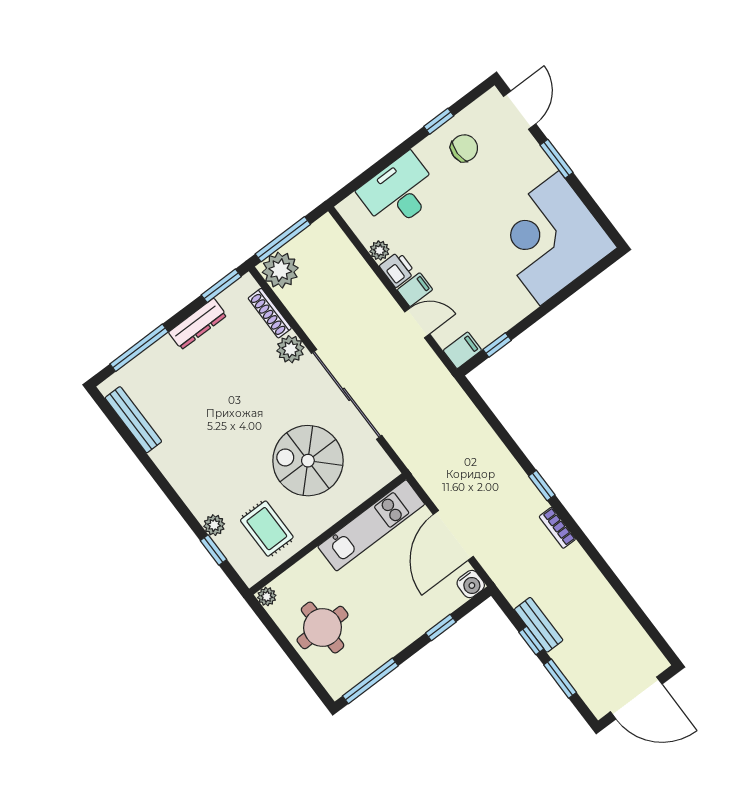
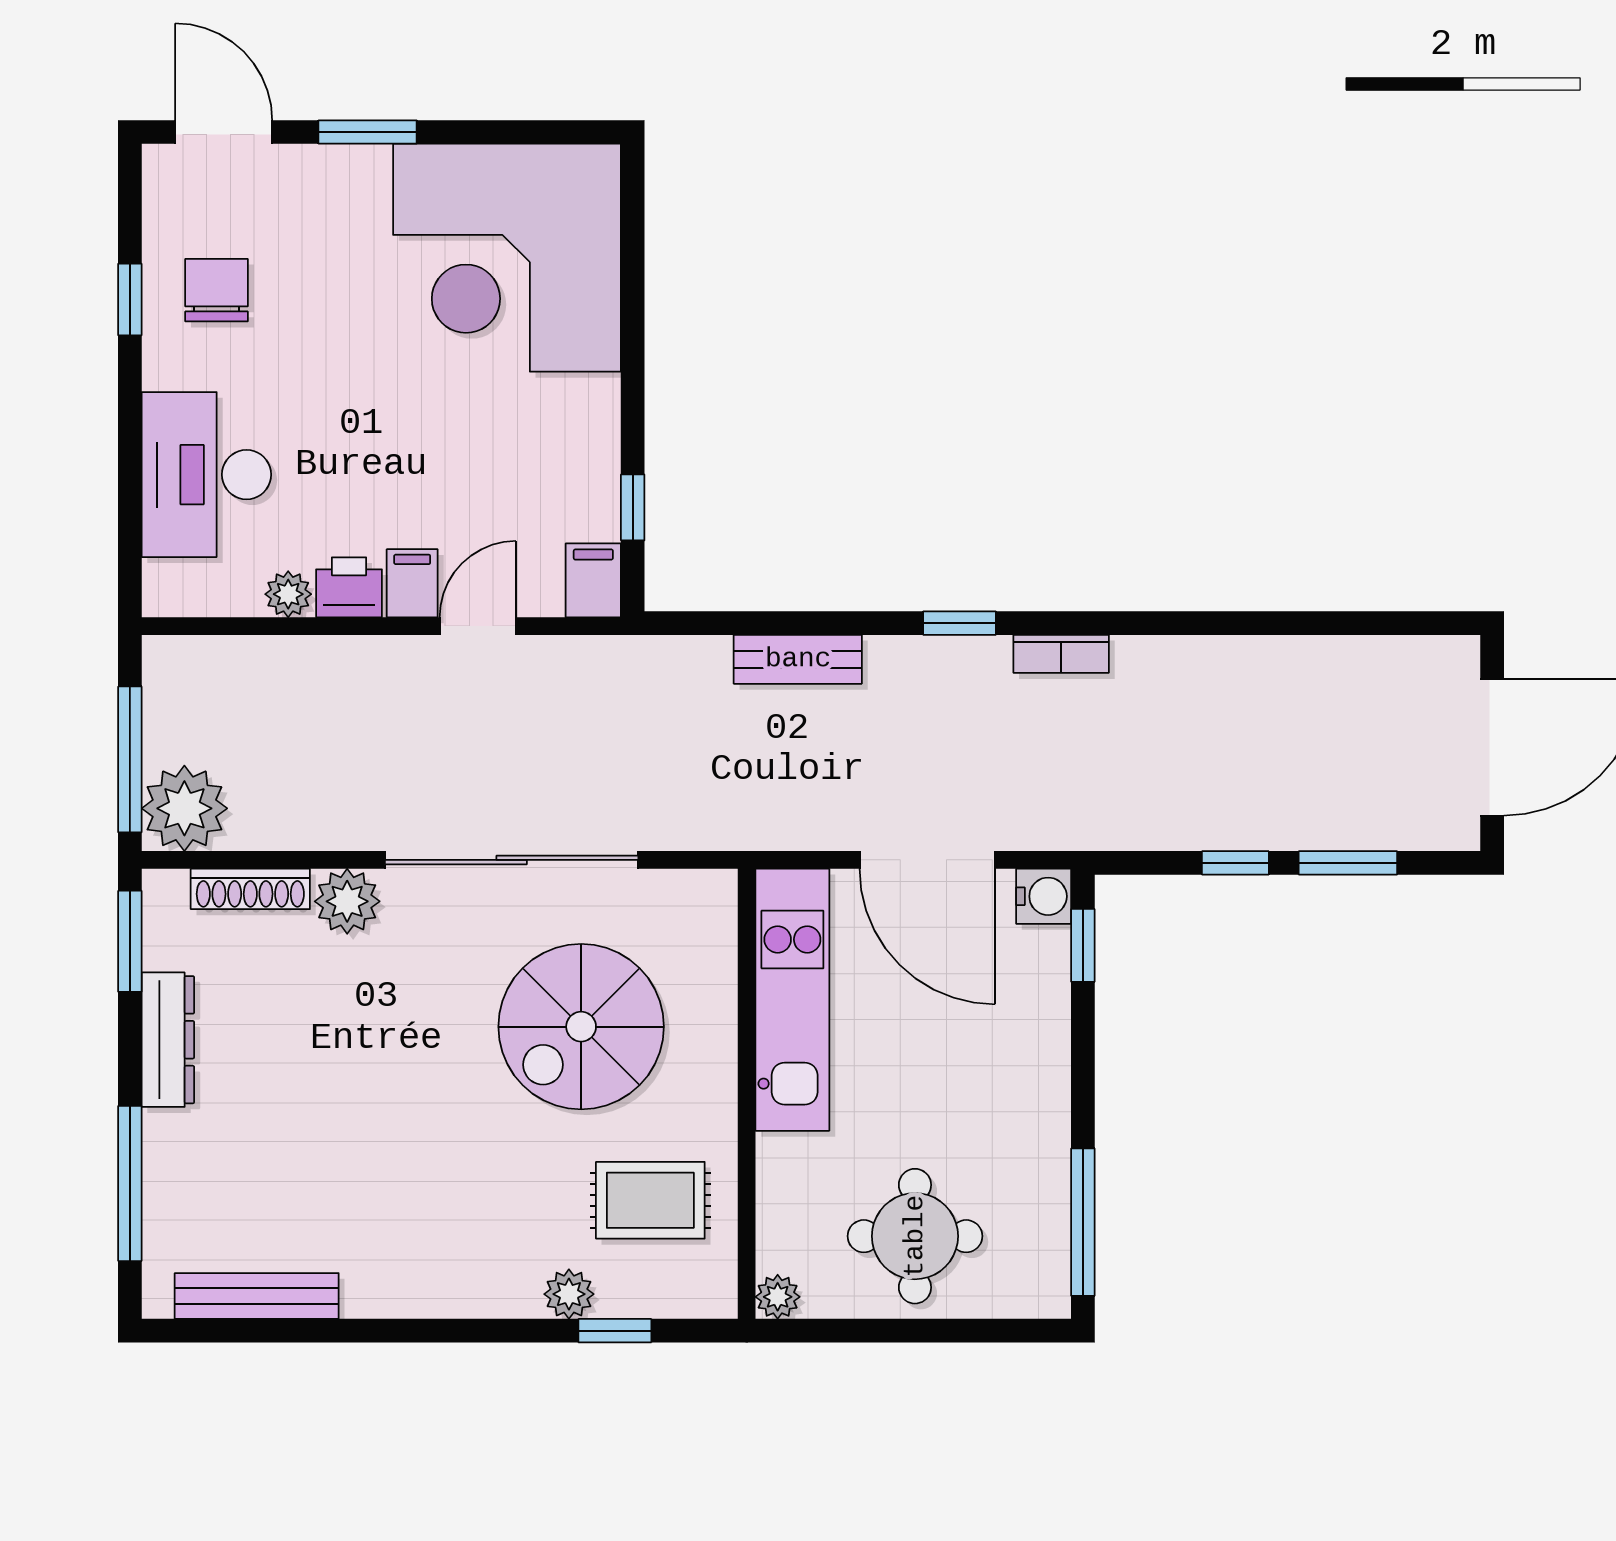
bench: (539, 625) -> (798, 659), moved
window: (441, 628) -> (1083, 945), moved

